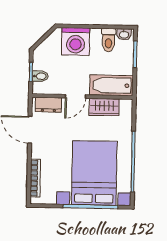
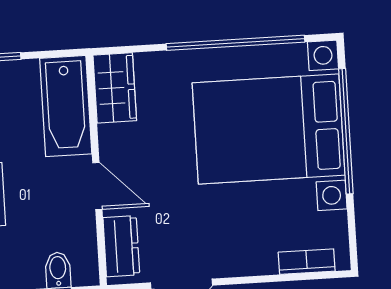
wardrobe: (104, 107) -> (115, 88), moved
bookcase: (35, 178) -> (307, 262), width x0.64

